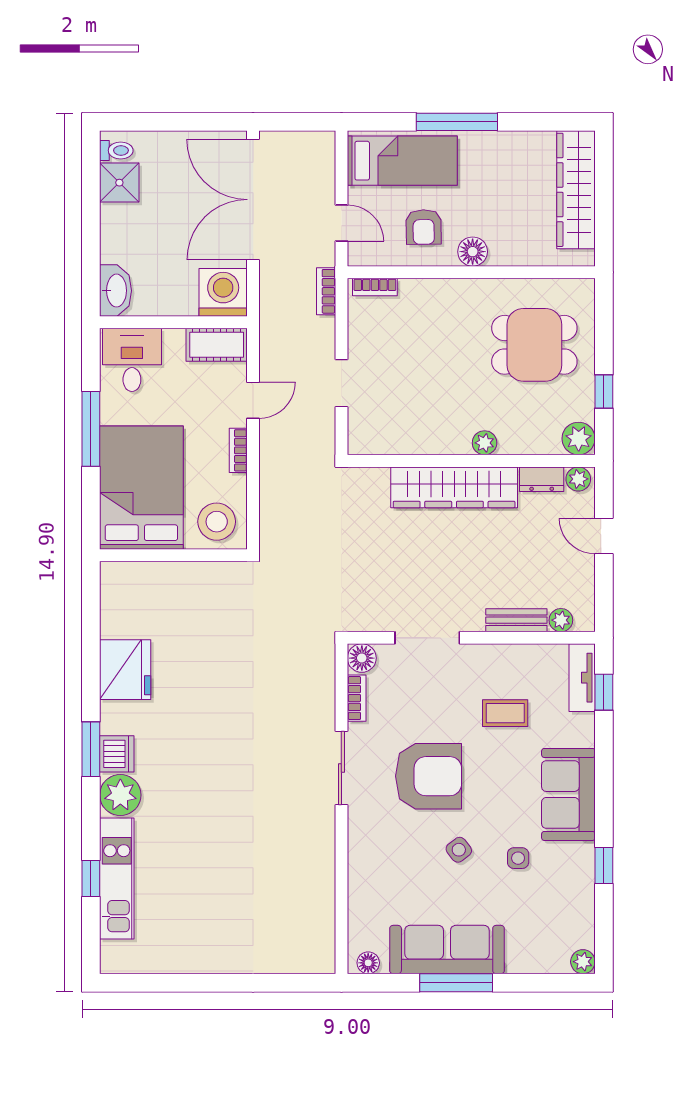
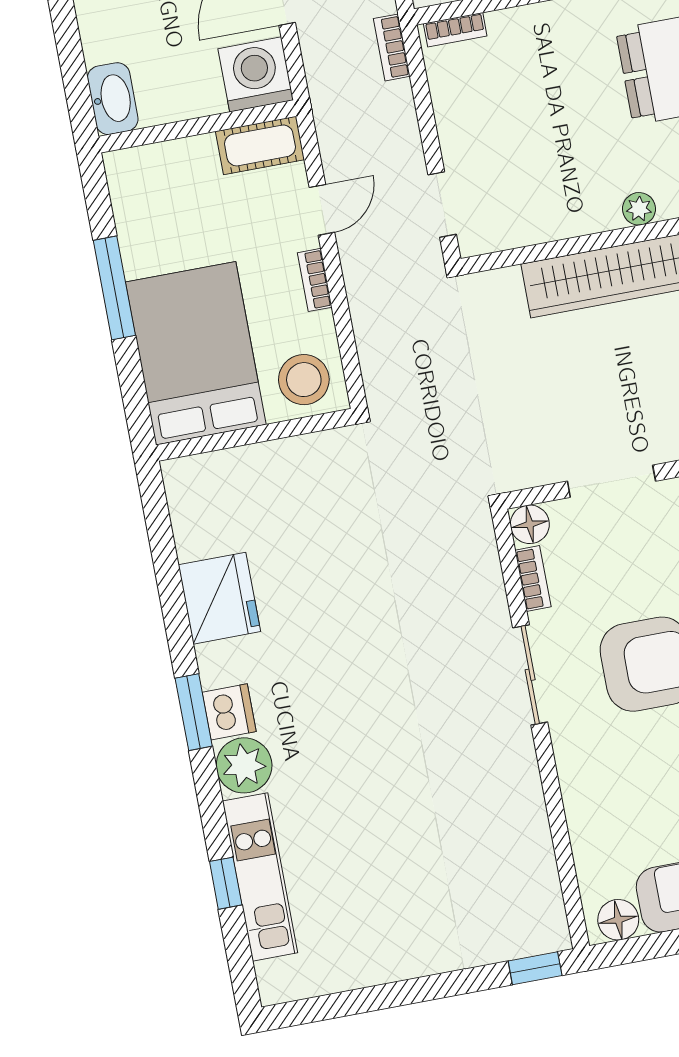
desk: (132, 360) -> (151, 186), removed
doorway: (341, 383) -> (442, 204), moved
floor lamp: (368, 963) -> (618, 920), width x1.37, depth x1.37
window: (305, 983) -> (535, 968), added

